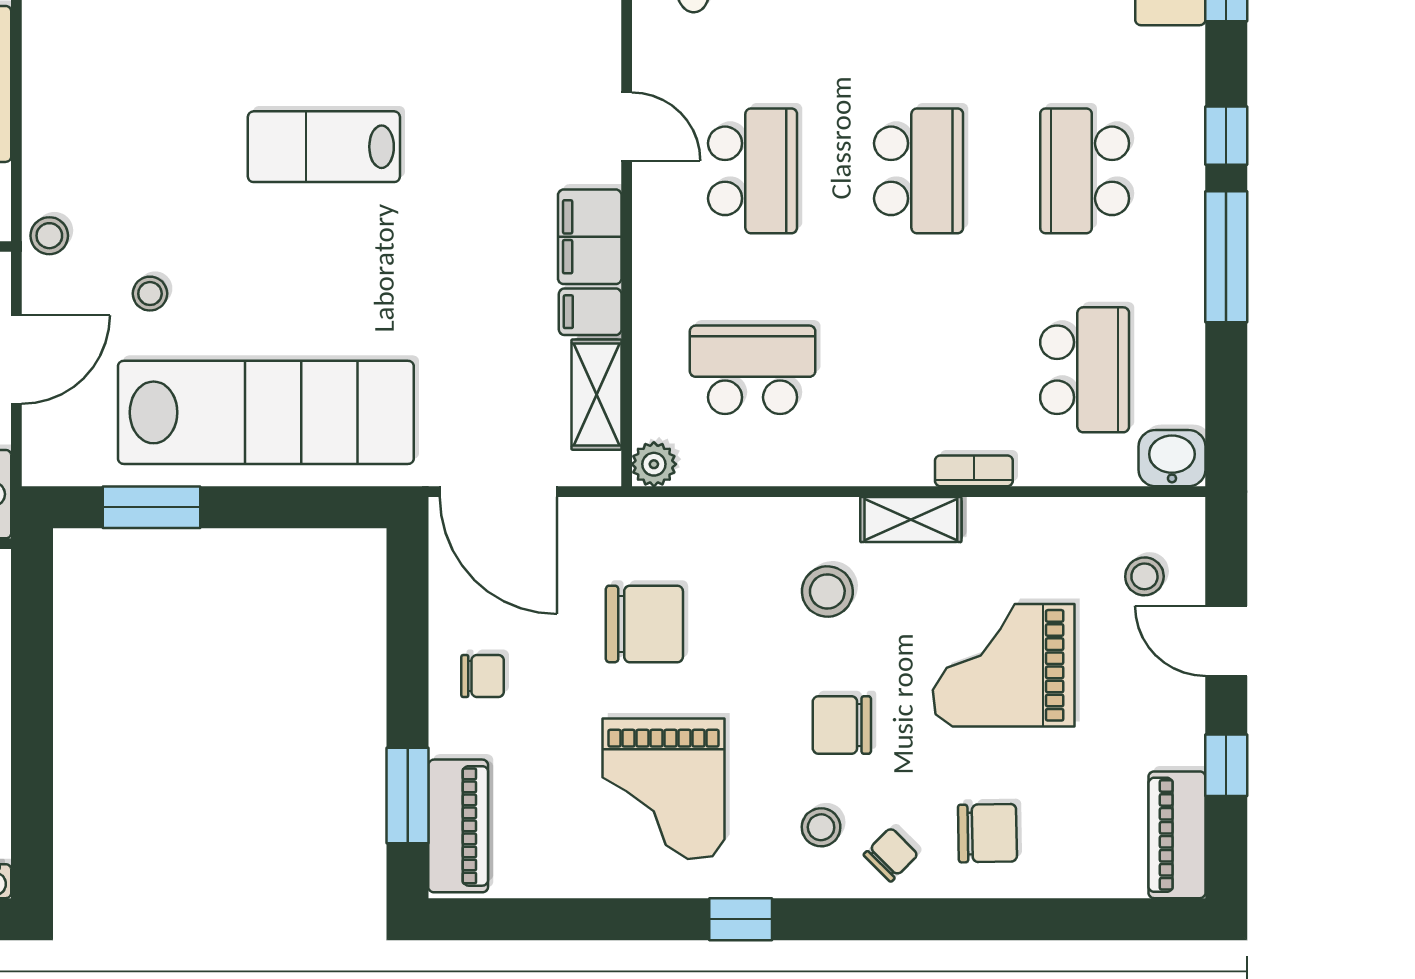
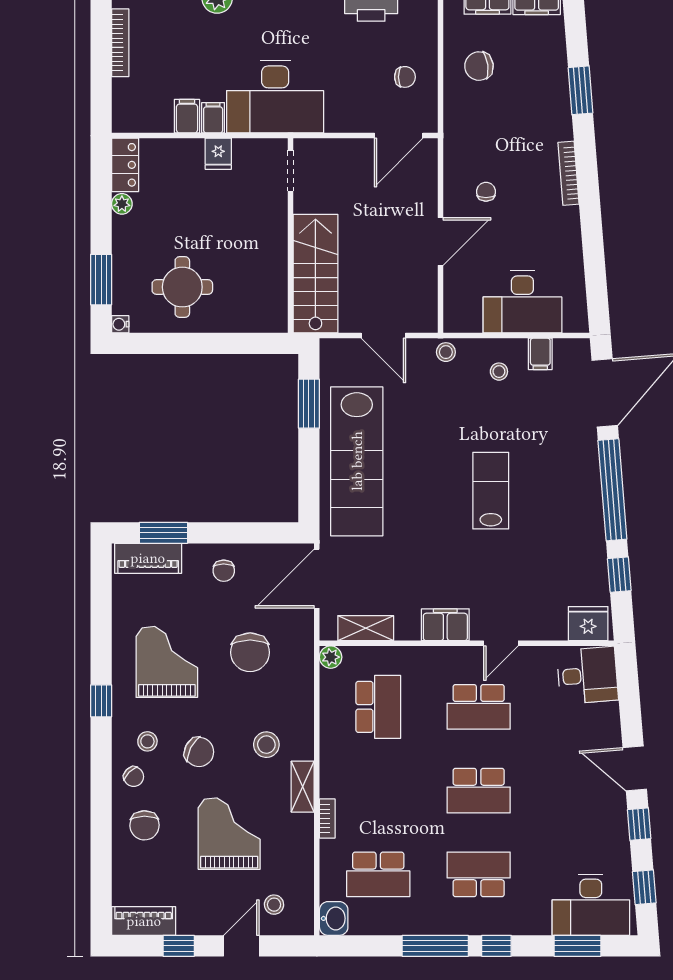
stool: (150, 294) -> (499, 372), moved
filing cabinet: (590, 312) -> (540, 354), moved, turned 180
chair: (842, 725) -> (199, 752), turned 117
grand piano: (664, 789) -> (167, 662), turned 90

